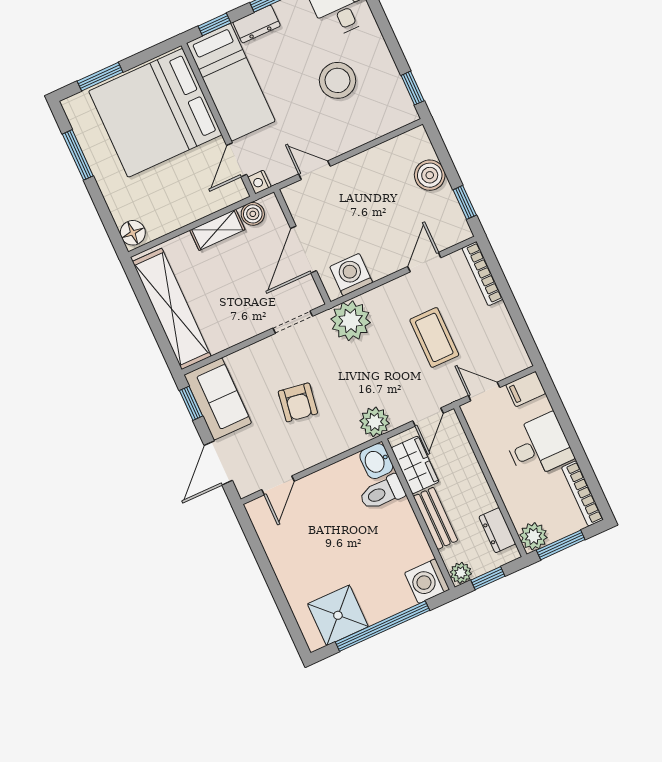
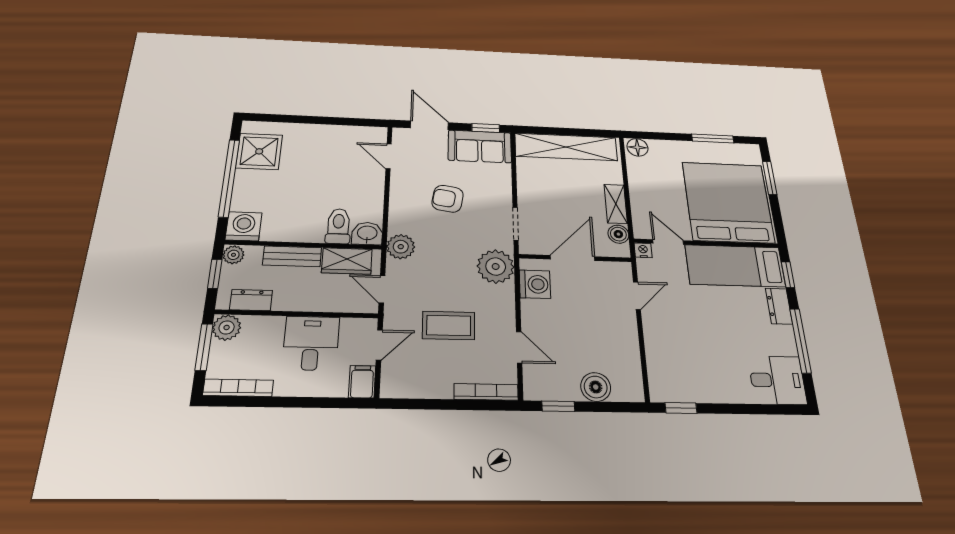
stool: (338, 80) -> (709, 348), removed
door: (304, 250) -> (573, 258), hinge flipped
desk: (539, 446) -> (311, 343), moved, turned 180

